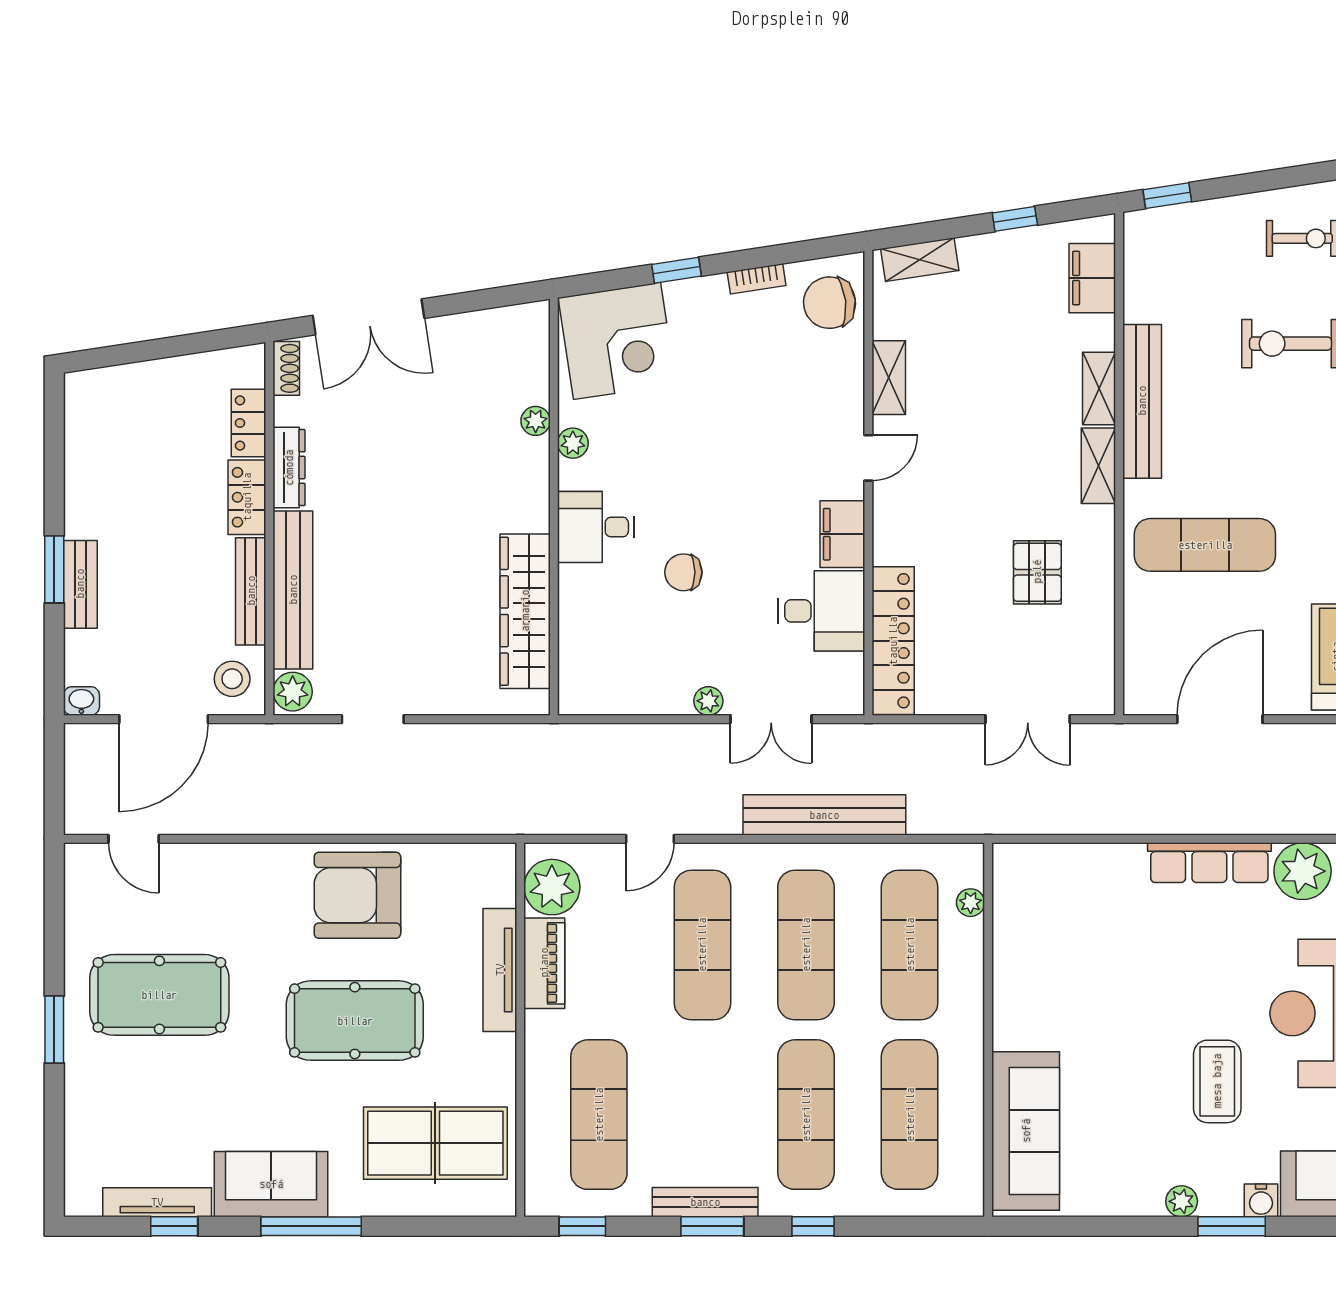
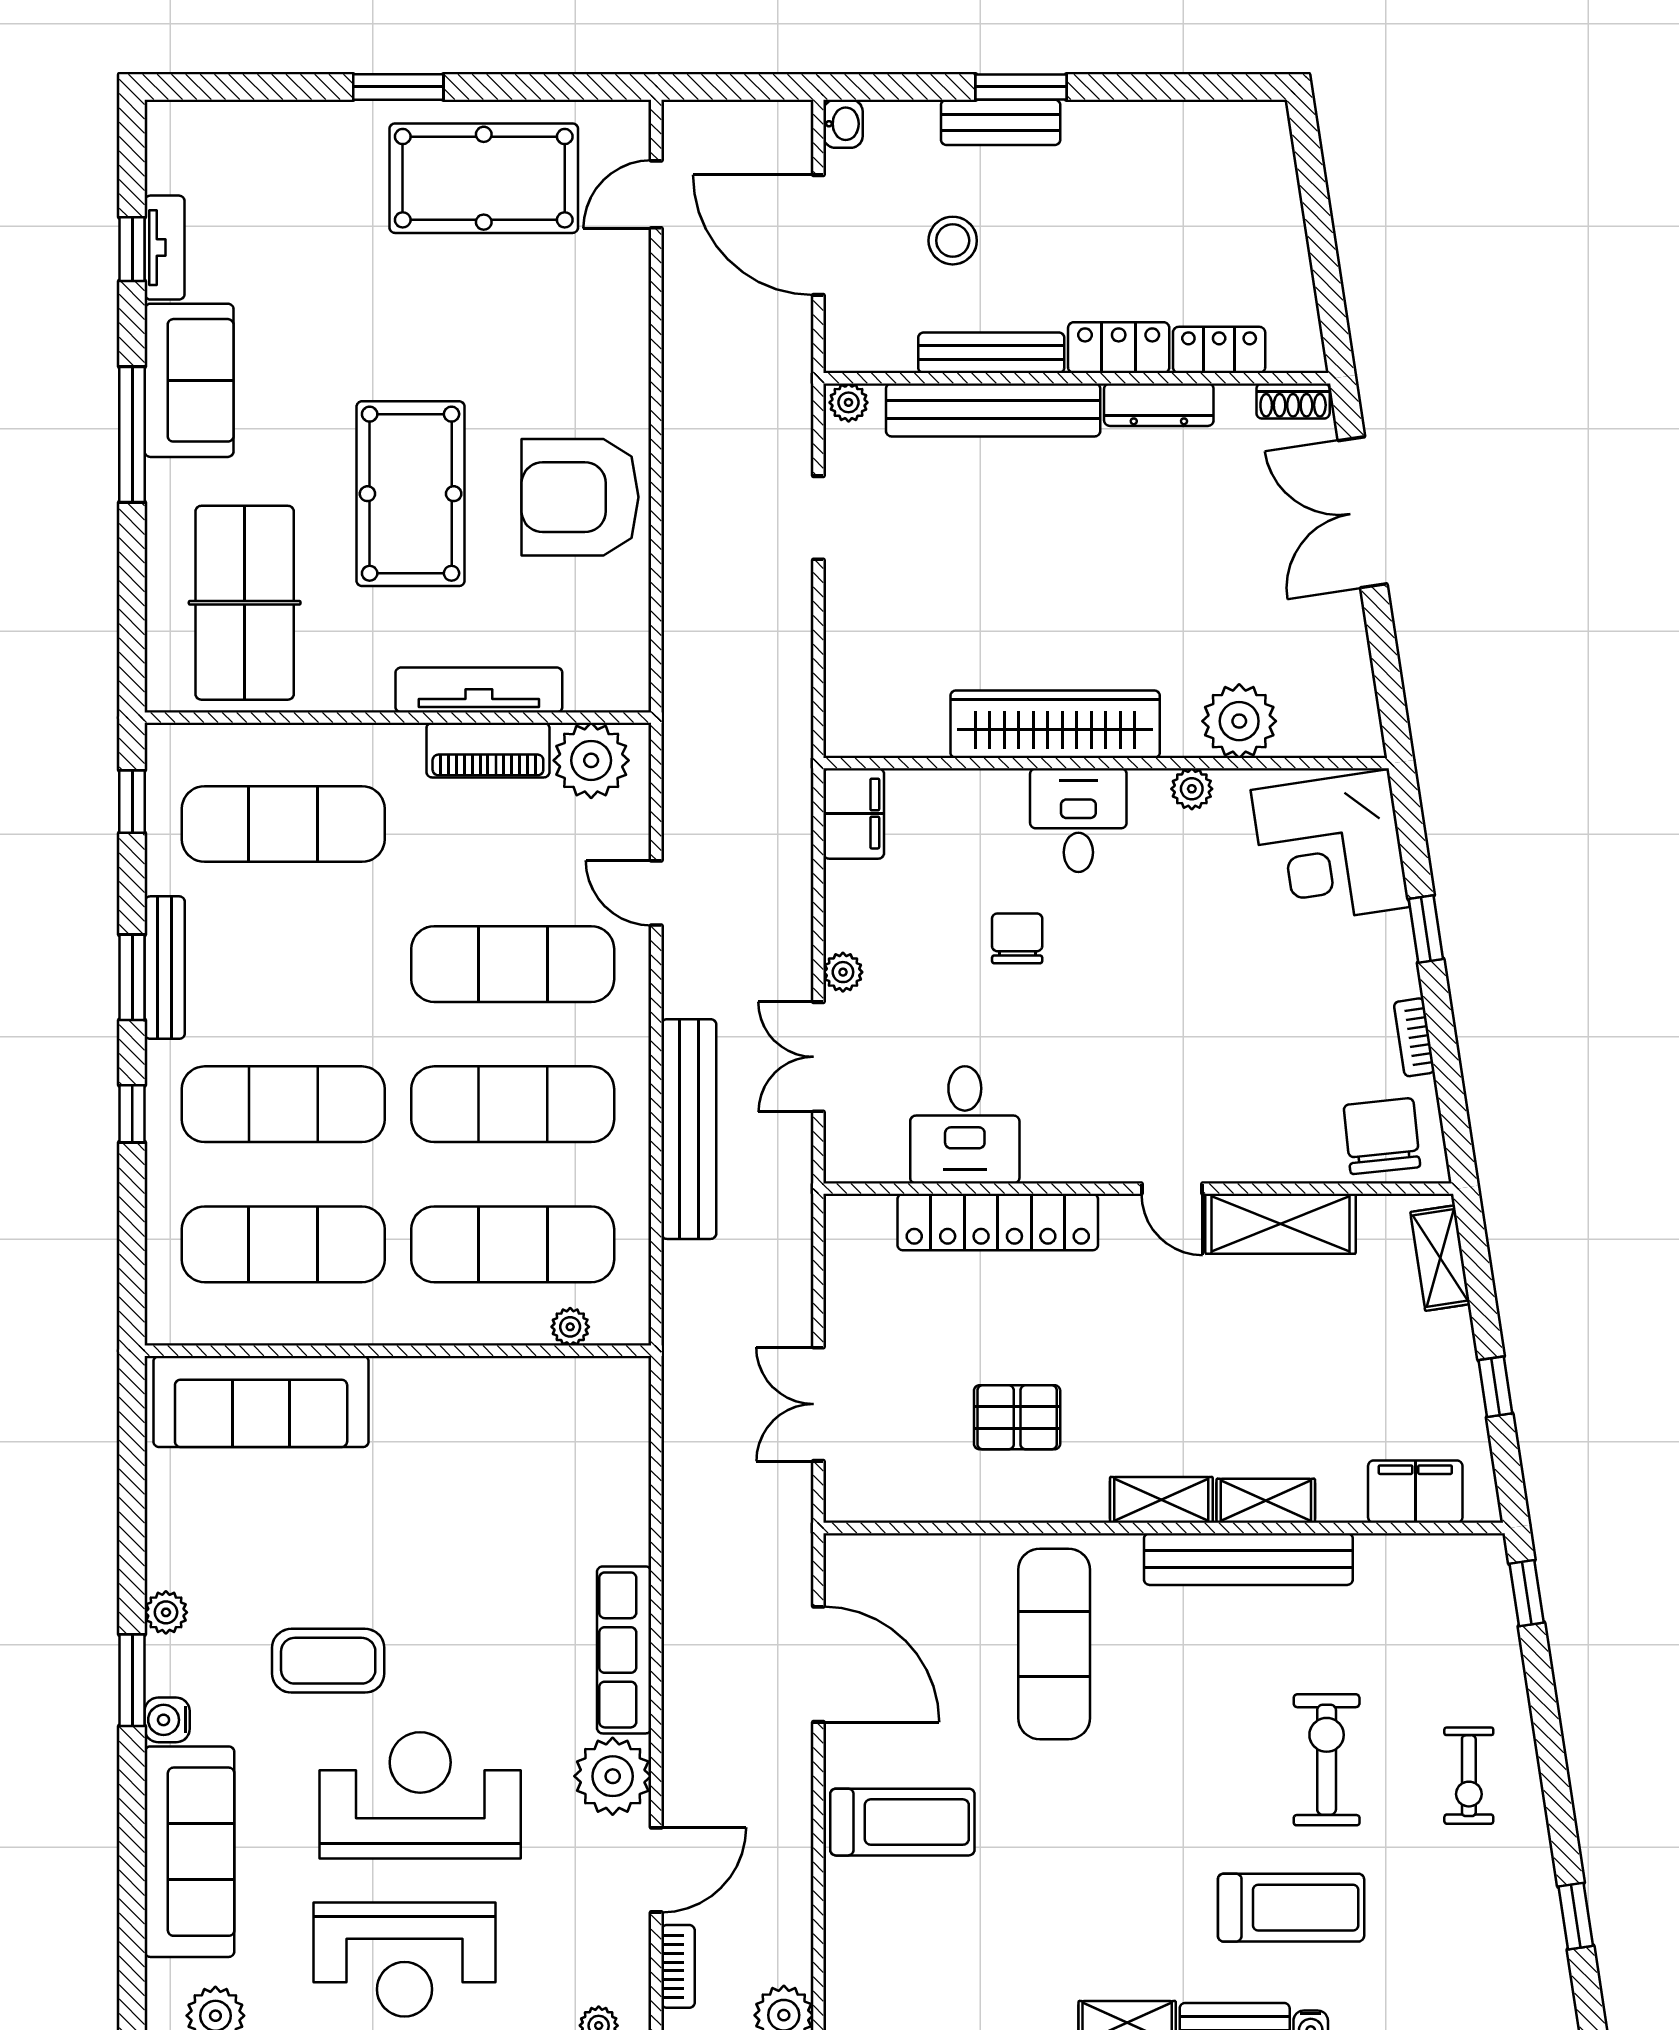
shelving: (889, 378) -> (1280, 1224), width x1.50, depth x1.33
plant: (536, 421) -> (1239, 721), width x1.87, depth x1.87
filing cabinet: (842, 534) -> (854, 814), moved, turned 90
wardrobe: (525, 611) -> (1055, 724), moved
locker: (893, 641) -> (998, 1222), moved
stool: (232, 679) -> (953, 241), moved
plant: (293, 692) -> (849, 402), width x0.73, depth x0.73
armchair: (357, 895) -> (580, 497), turned -90
pool table: (159, 995) -> (484, 178), moved, turned 90
tv unit: (157, 1202) -> (165, 248), width x0.71

